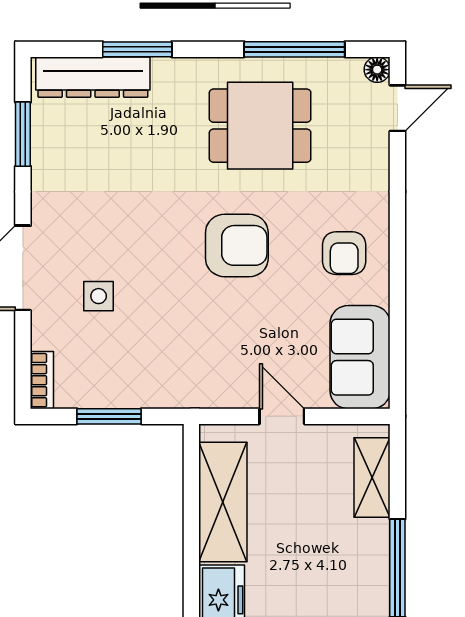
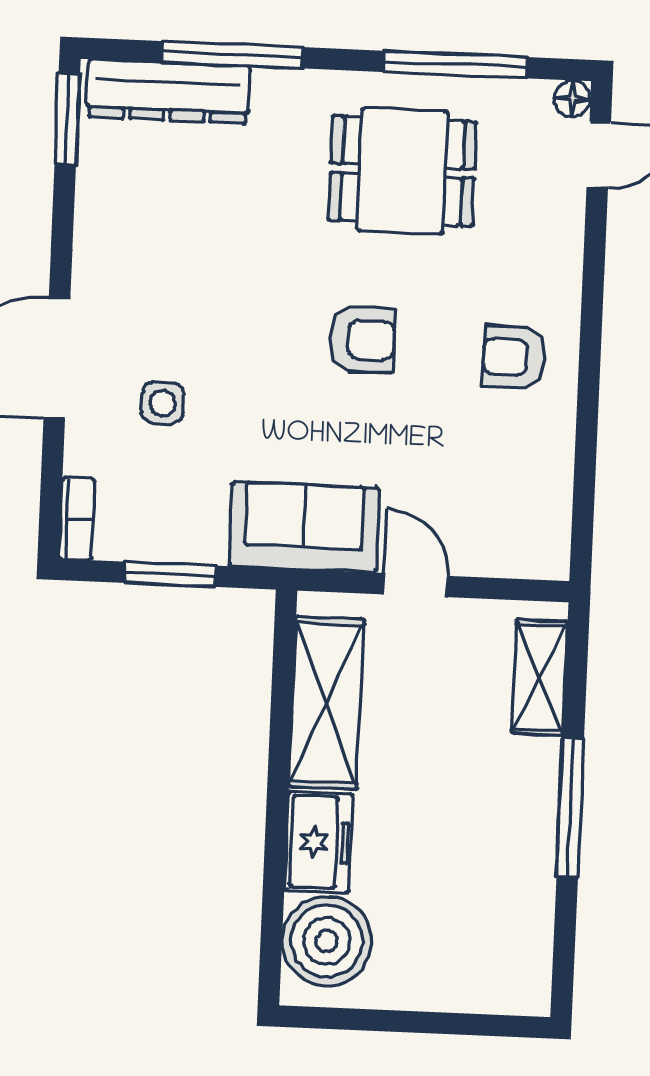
window: (137, 49) -> (233, 55), width x1.44
window: (23, 134) -> (67, 119), moved
armchair: (237, 245) -> (362, 340), width x0.72, depth x0.72
armchair: (344, 253) -> (514, 357), turned 90
sofa: (360, 357) -> (304, 527), moved, turned 90

